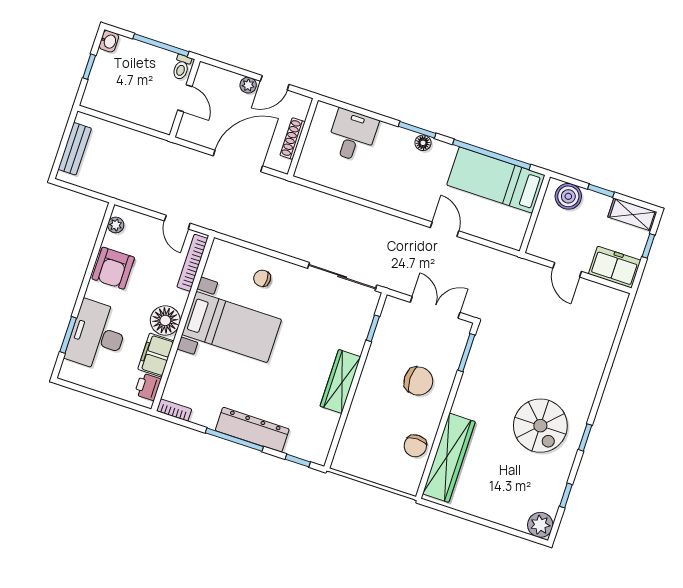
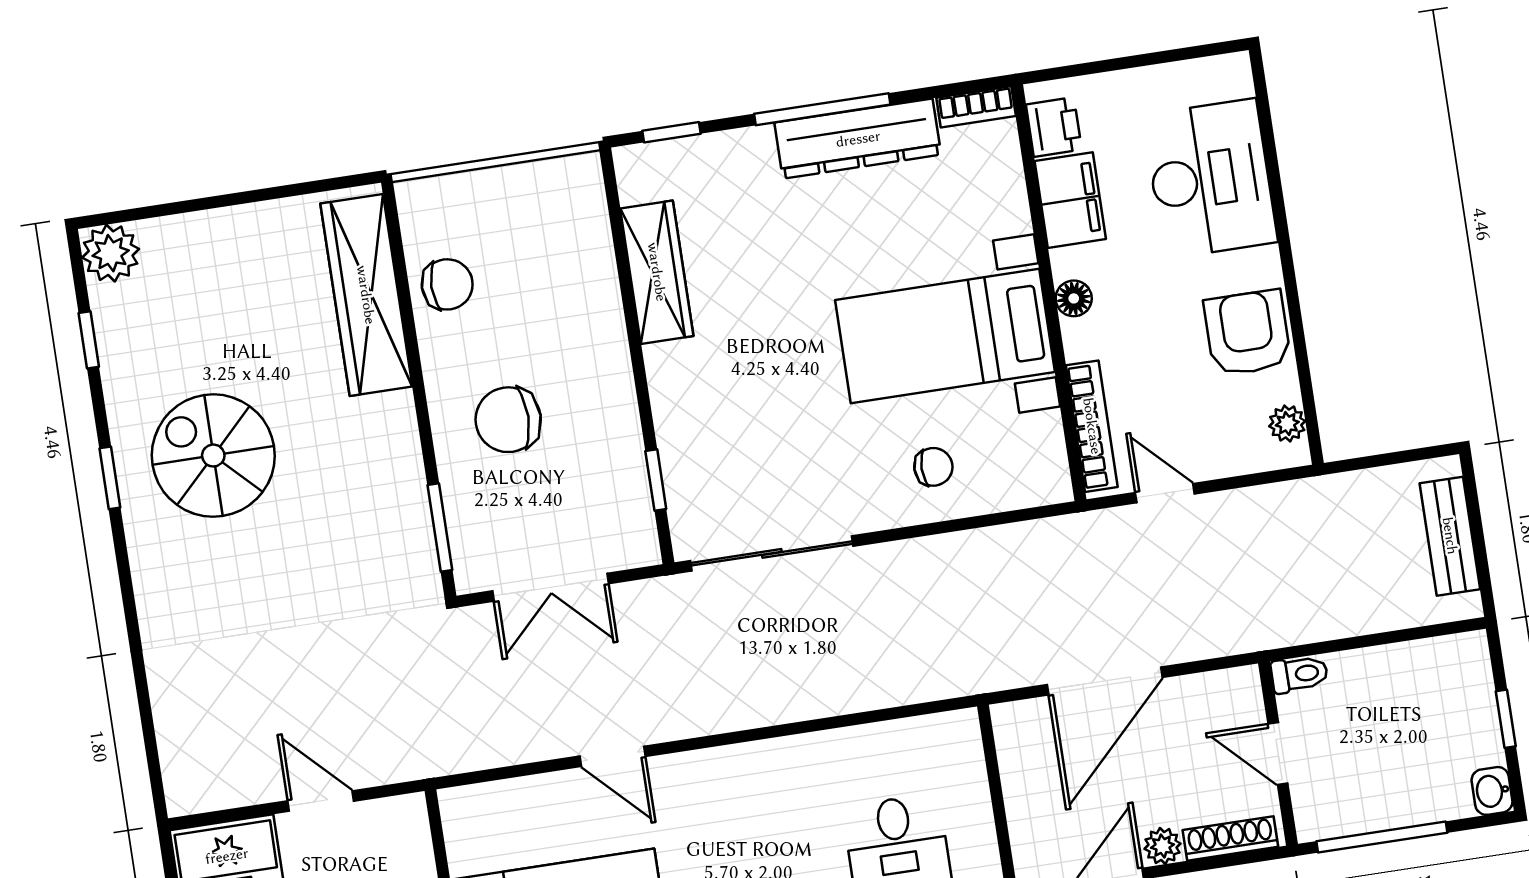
toilet: (182, 67) -> (1299, 674), moved, turned 90
shoe rack: (293, 139) -> (1230, 838), moved, turned -90
floor lamp: (165, 320) -> (1074, 298), width x0.53, depth x0.53
window: (68, 335) -> (1270, 150), removed
wardrobe: (340, 381) -> (657, 272), moved
dresser: (252, 430) -> (858, 139), moved
chair: (415, 446) -> (447, 284), turned 90

